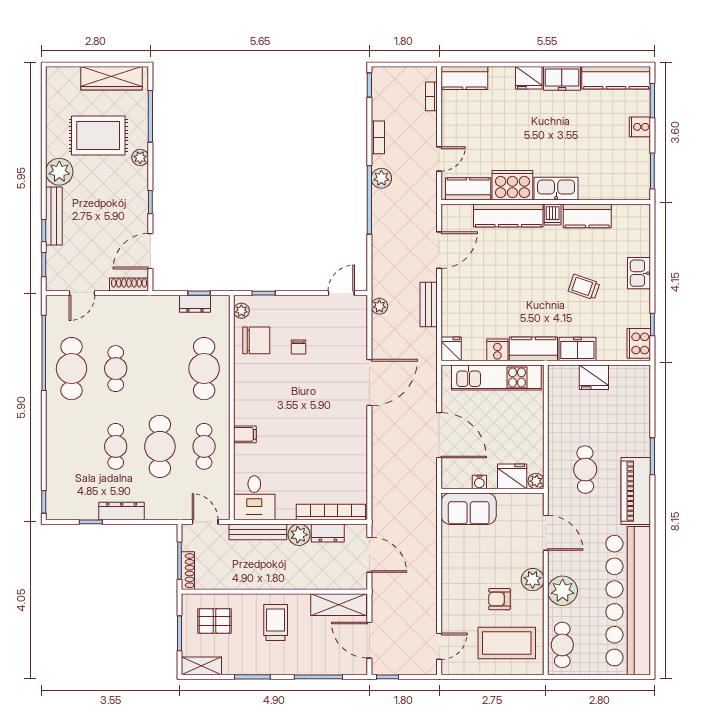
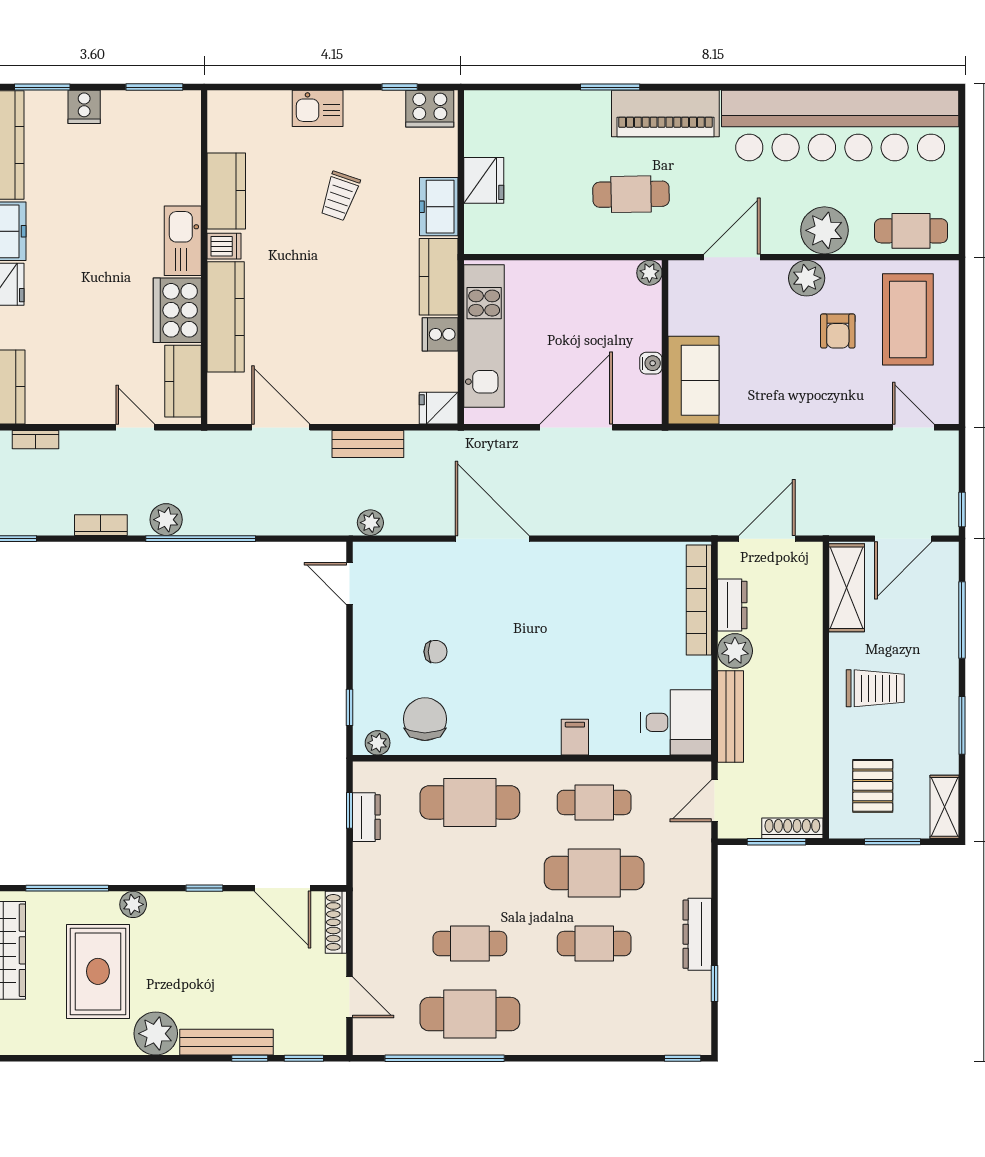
fridge: (512, 476) -> (642, 311), removed
trolley: (276, 623) -> (875, 688), turned 180

